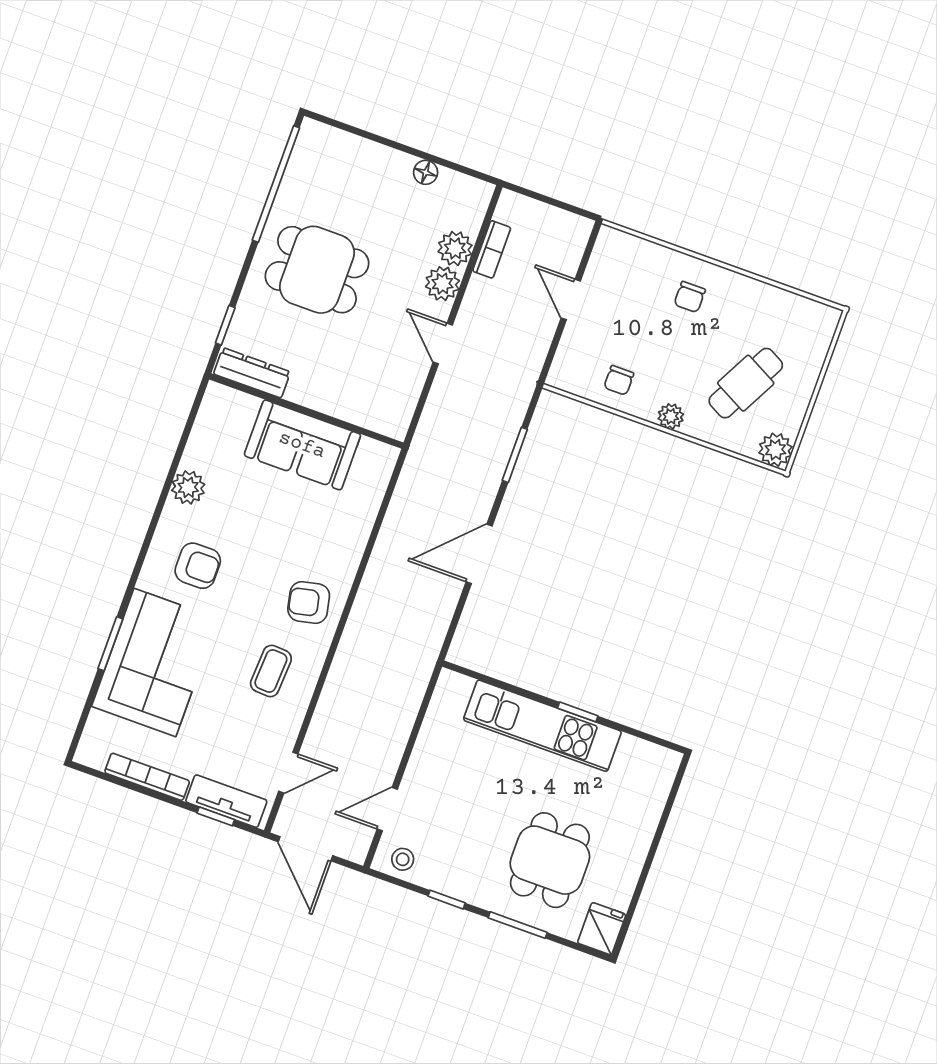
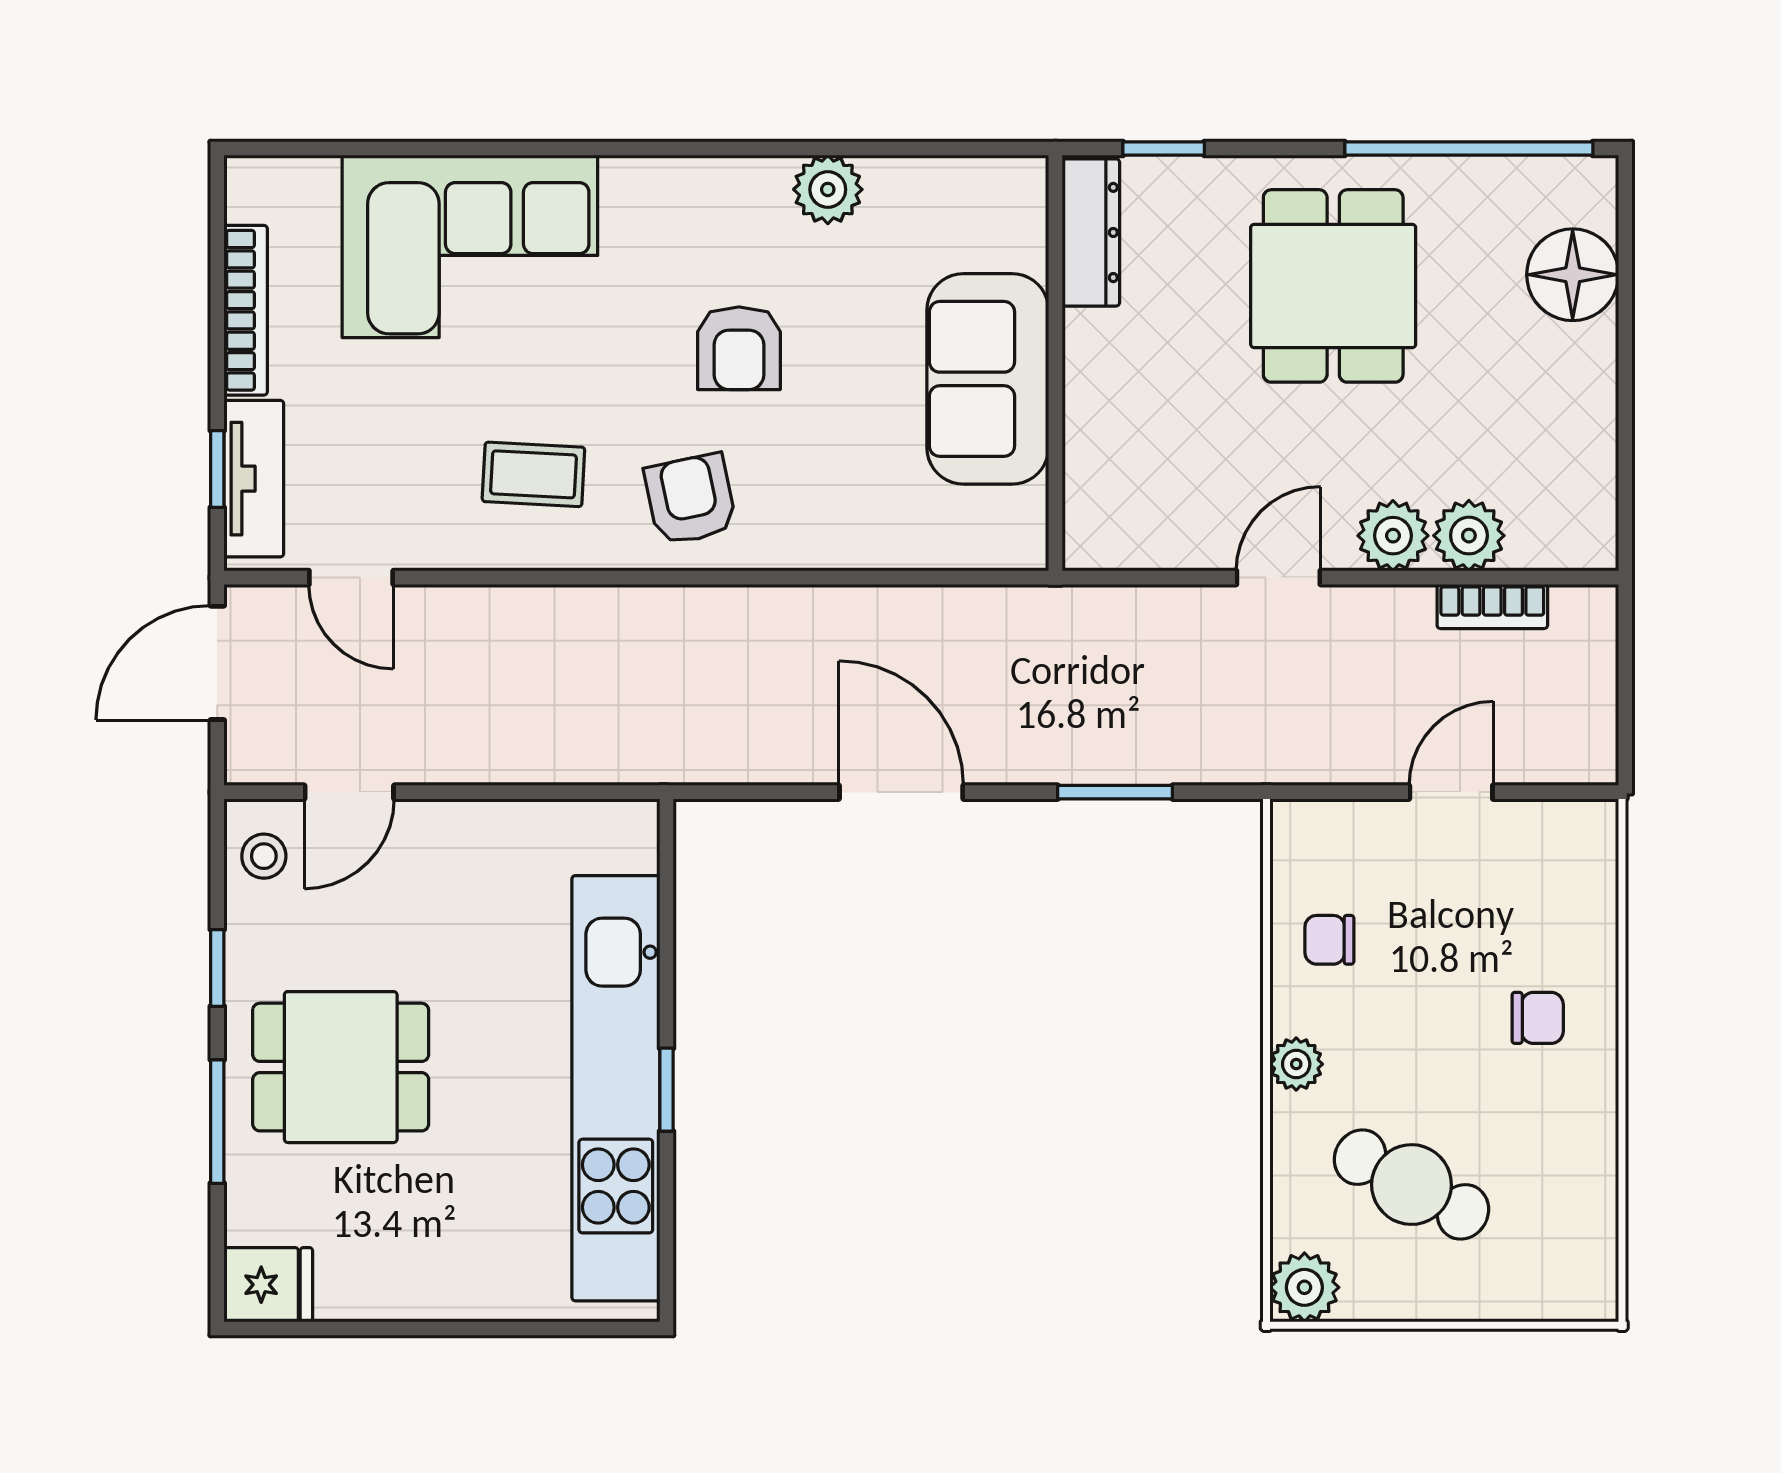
floor lamp: (426, 172) -> (1573, 275), moved, width x1.89, depth x1.89
chair: (690, 297) -> (1538, 1018), turned 180
armchair: (198, 566) -> (739, 348), moved
window: (110, 644) -> (475, 148), removed
kitchen unit: (542, 726) -> (616, 1088), width x1.36
door: (387, 809) -> (349, 792), swing flipped
dining table: (550, 860) -> (341, 1067), moved

